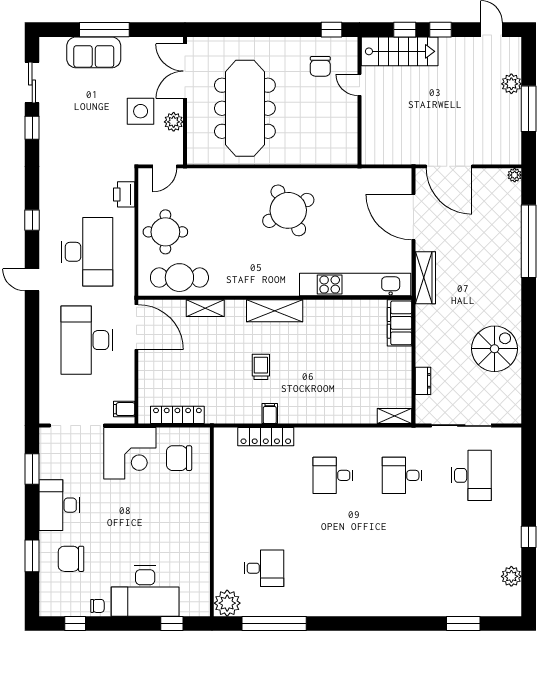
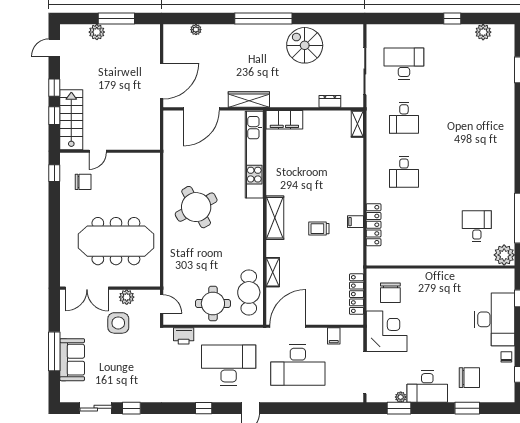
plant: (515, 175) -> (196, 30), moved
window: (529, 241) -> (263, 19), moved
filing cabinet: (124, 409) -> (334, 336), moved
plant: (46, 471) -> (401, 397), added
chair: (71, 559) -> (469, 378), turned -90

